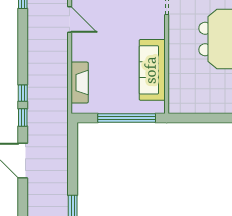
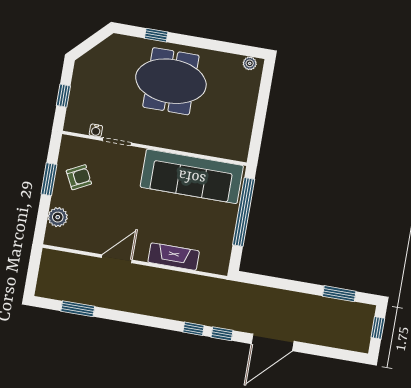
sofa: (152, 70) -> (192, 176), width x1.36, depth x1.27
fireplace: (80, 83) -> (174, 257), moved

